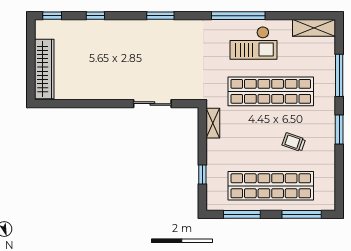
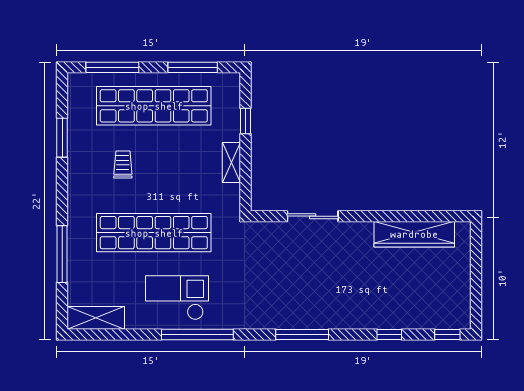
window: (160, 16) -> (302, 334), width x1.44
wardrobe: (44, 69) -> (414, 234), moved, turned -90
shelving: (213, 123) -> (231, 162), moved
window: (339, 129) -> (62, 138), moved
trolley: (294, 142) -> (123, 164), turned -109

